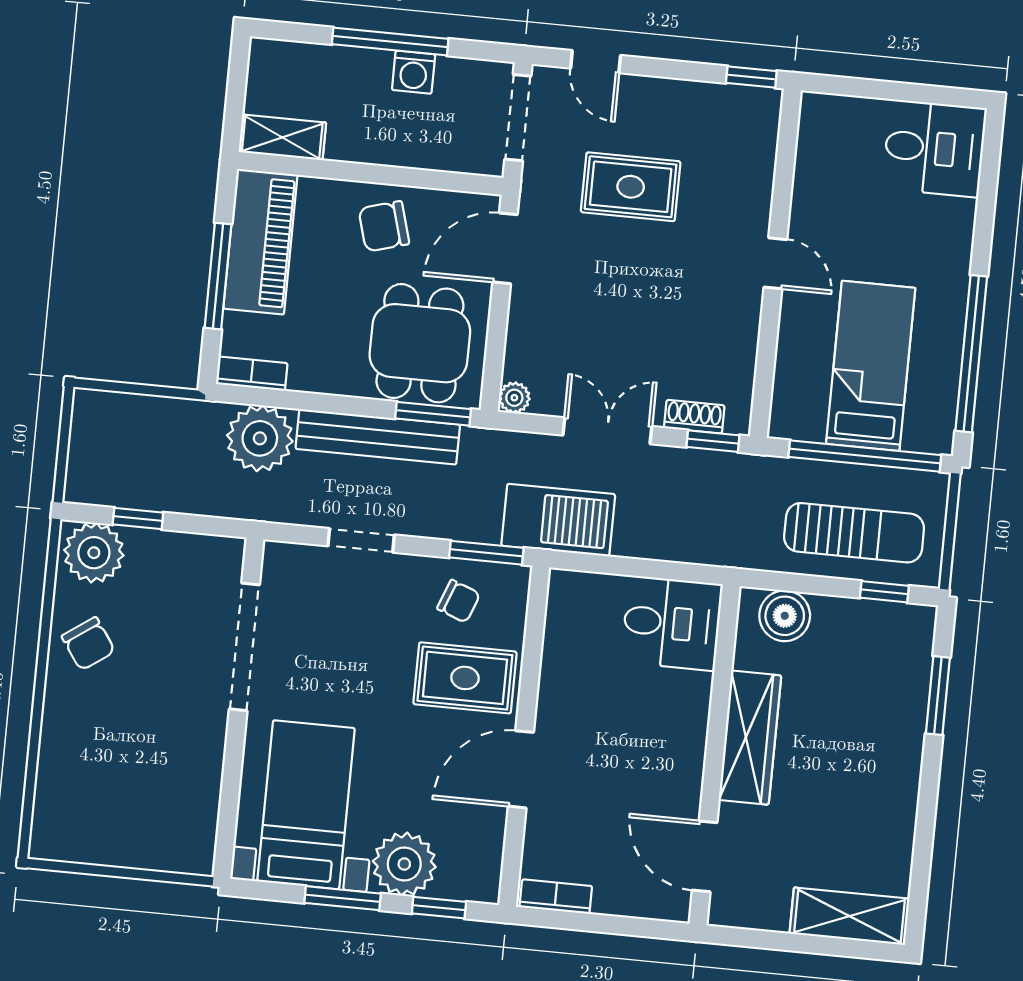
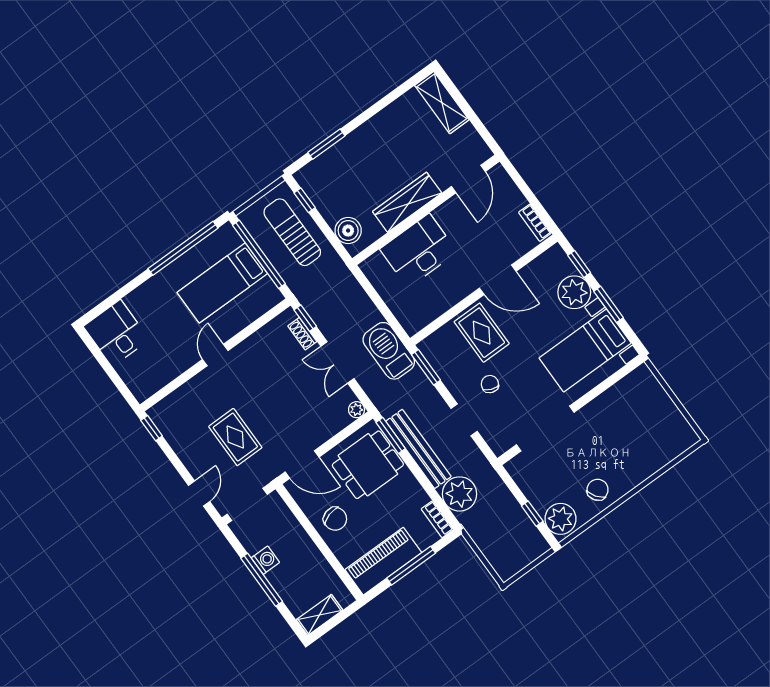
shelving: (282, 137) -> (319, 615), moved, turned 90
chair: (459, 601) -> (490, 384), moved
desk: (672, 623) -> (419, 251), moved, width x1.37

